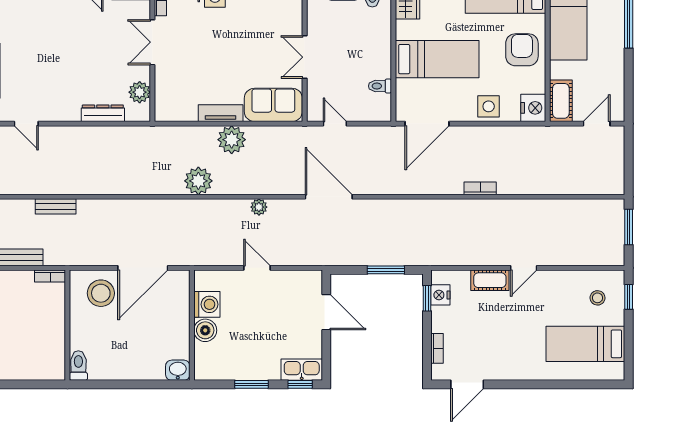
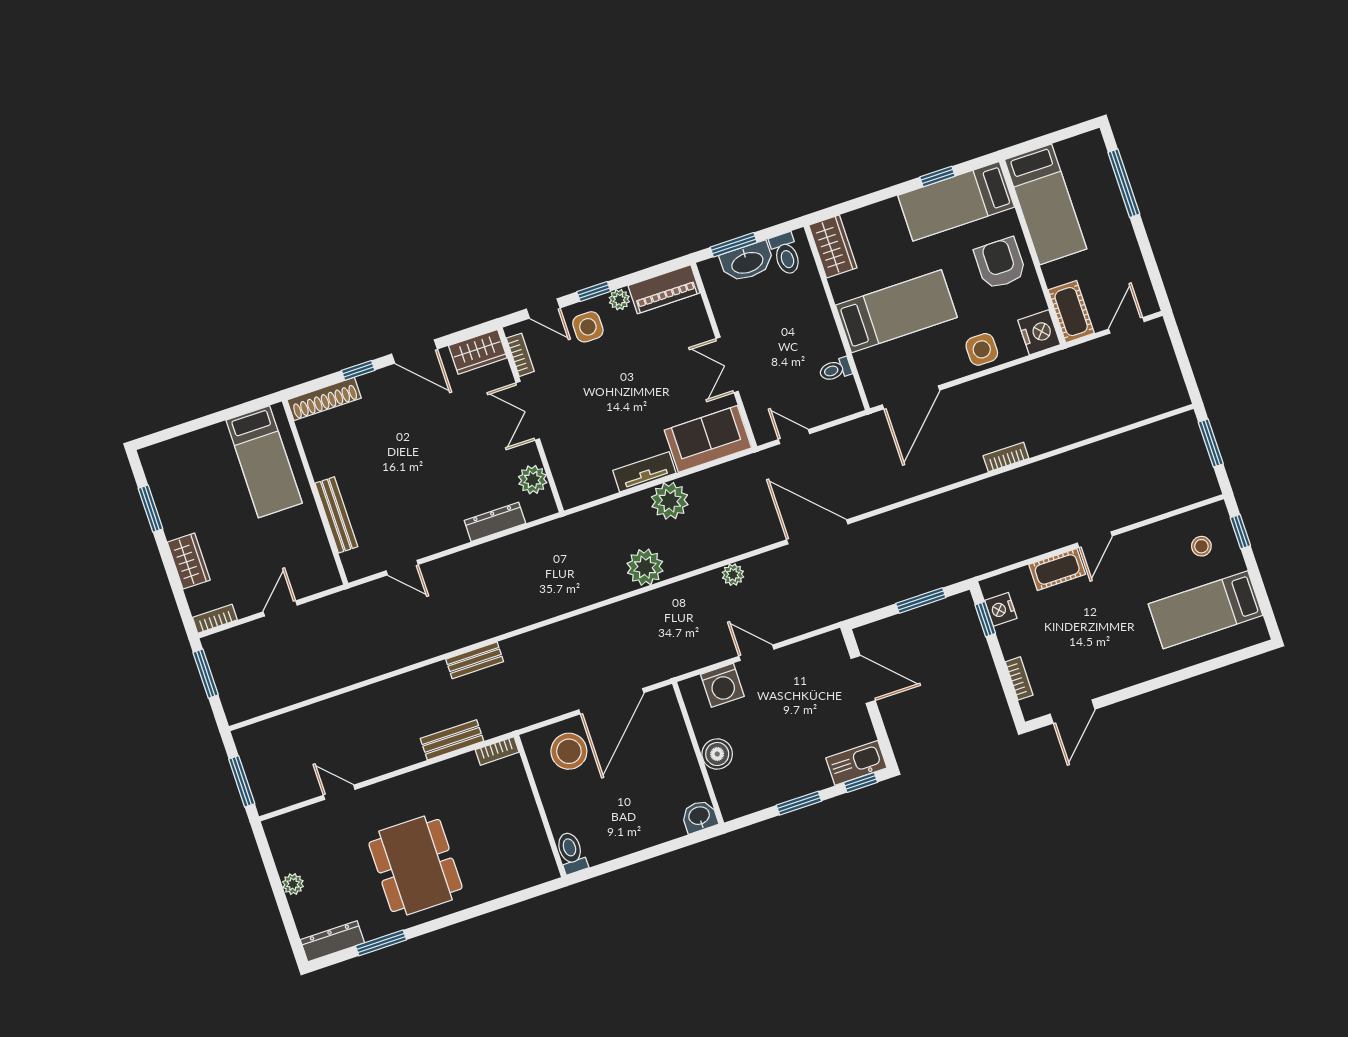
washing machine: (207, 304) -> (722, 685), moved, turned 90

